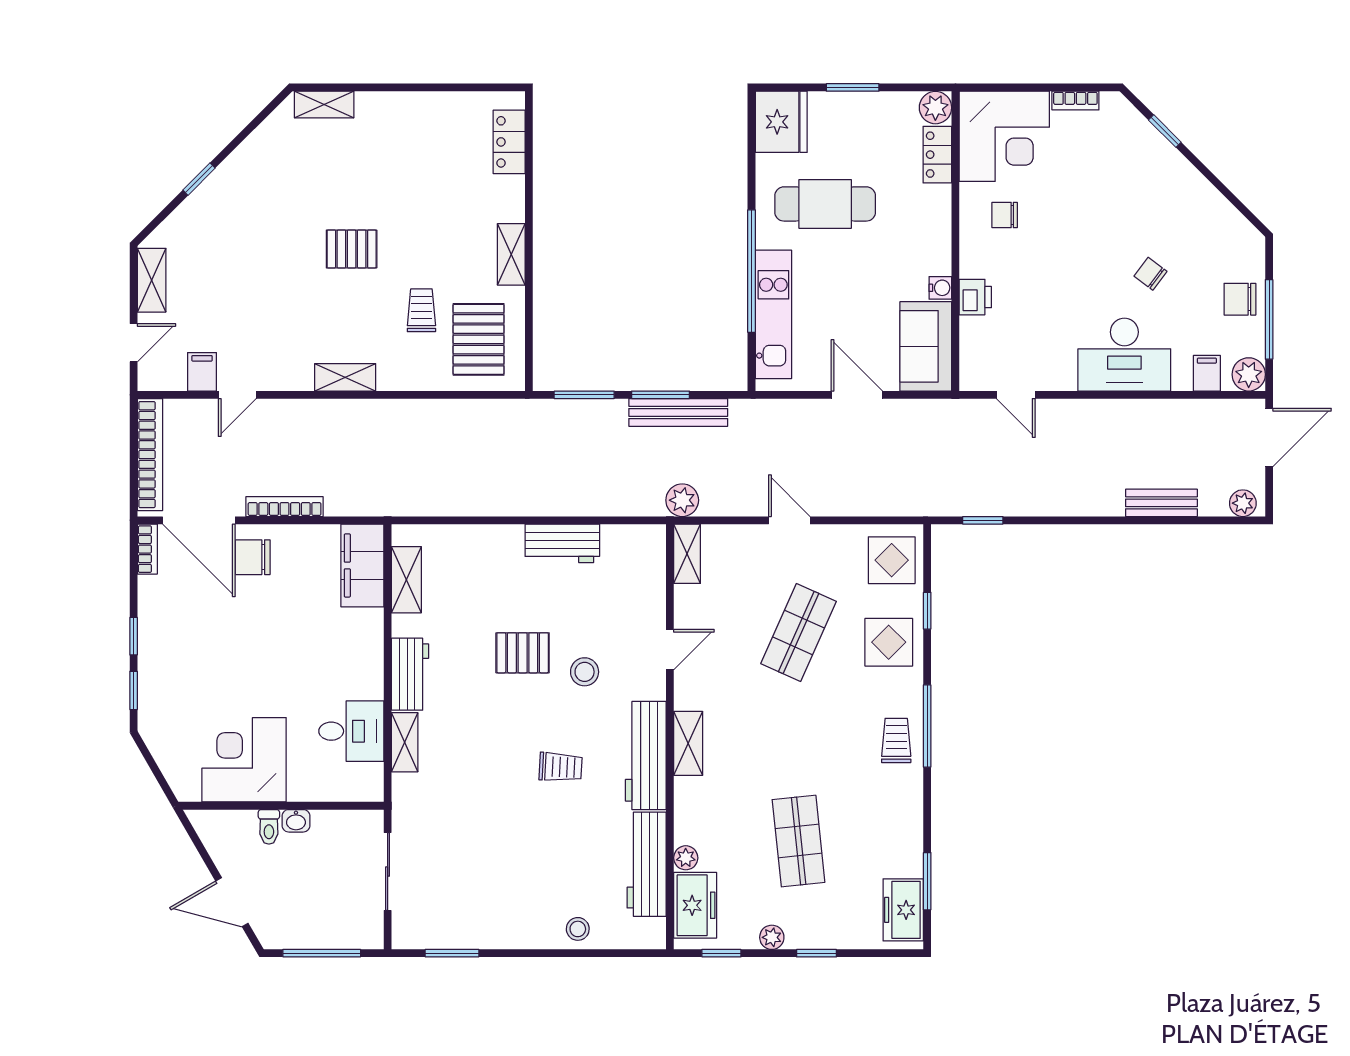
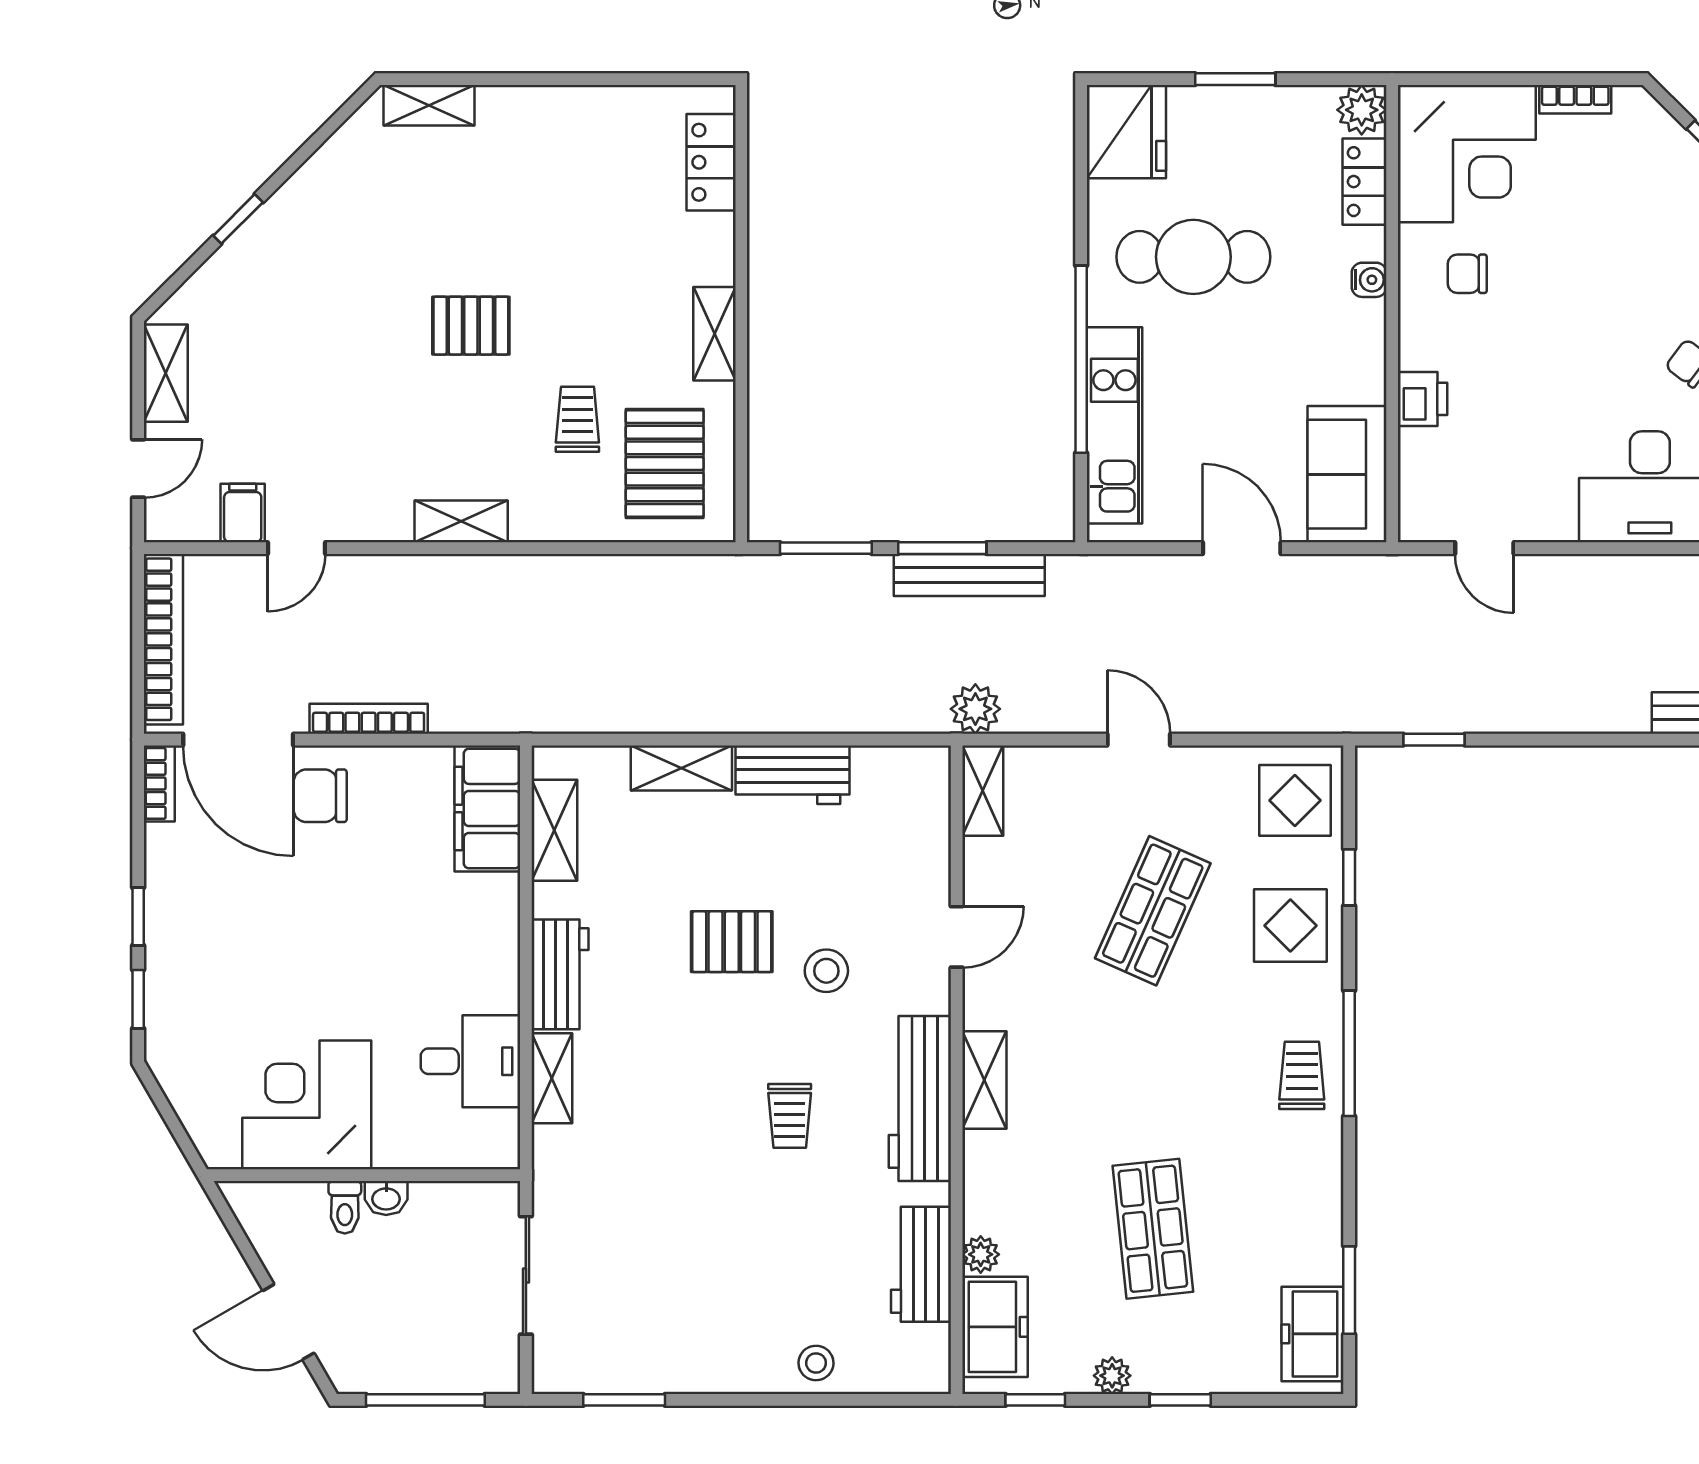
water cooler: (940, 288) -> (1369, 280), moved
shelving: (490, 539) -> (681, 768), added
trolley: (561, 767) -> (790, 1116), turned 87
workbench: (647, 864) -> (921, 1264), width x0.73

